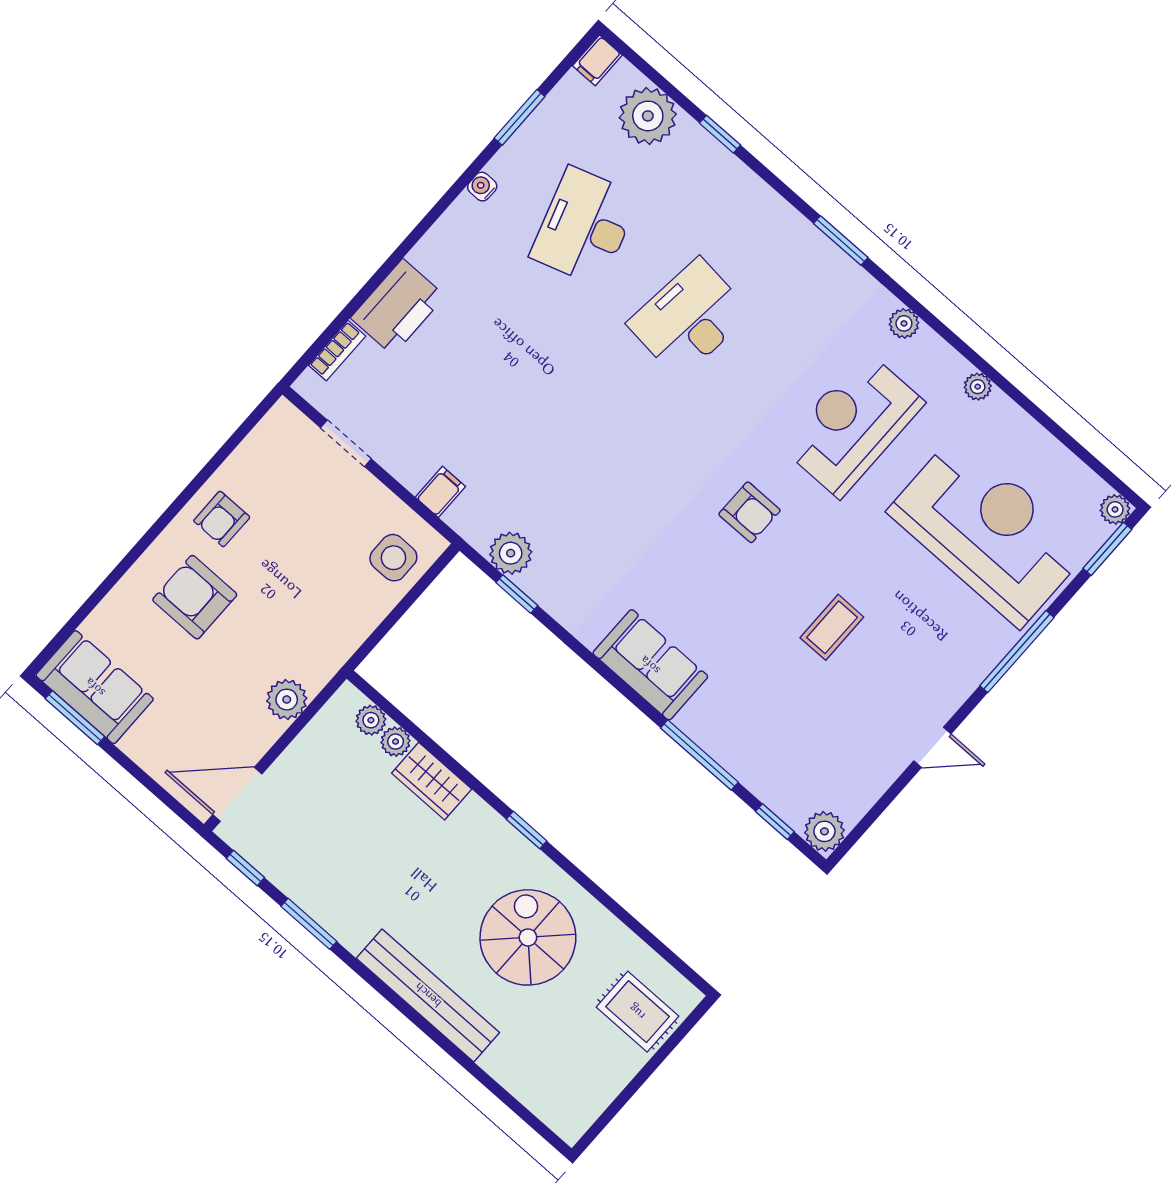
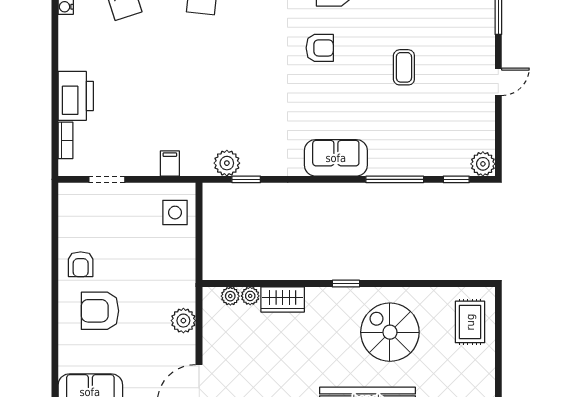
rug: (637, 1012) -> (470, 322), turned 90

